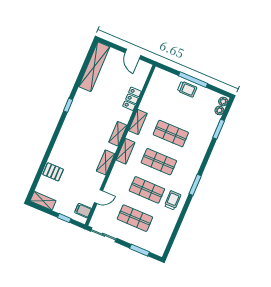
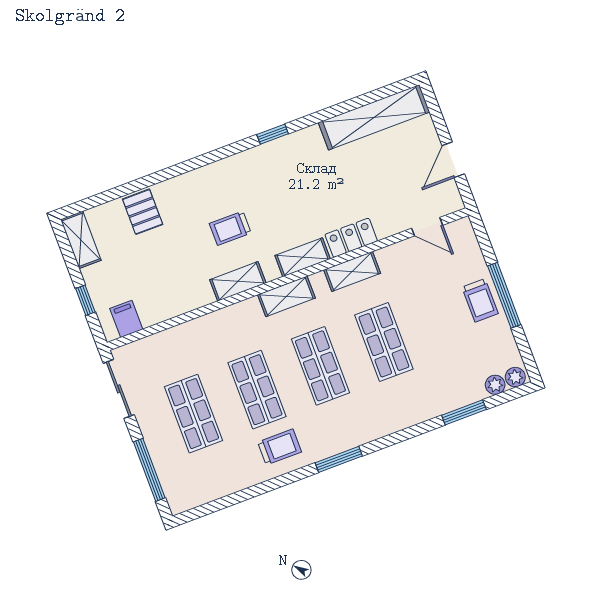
locker: (132, 99) -> (351, 238), moved
trolley: (86, 148) -> (230, 228), added
door: (99, 197) -> (427, 227), moved
window: (139, 250) -> (149, 470), width x1.44

